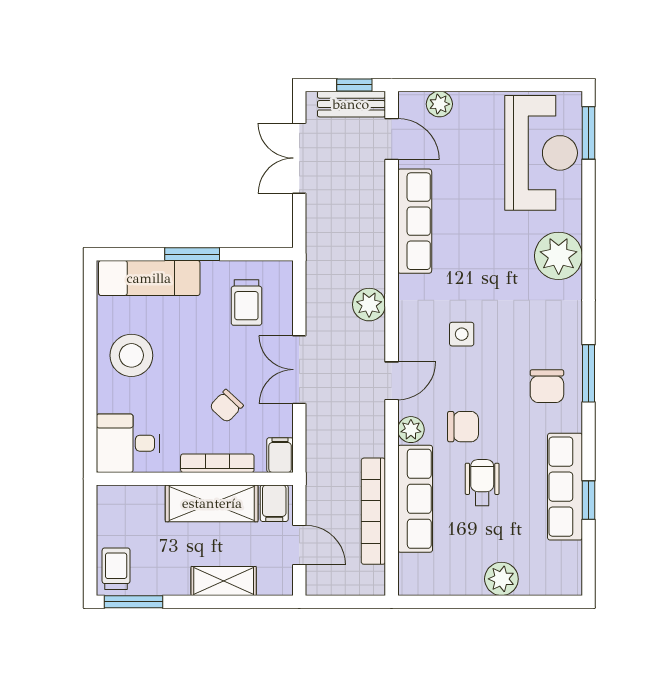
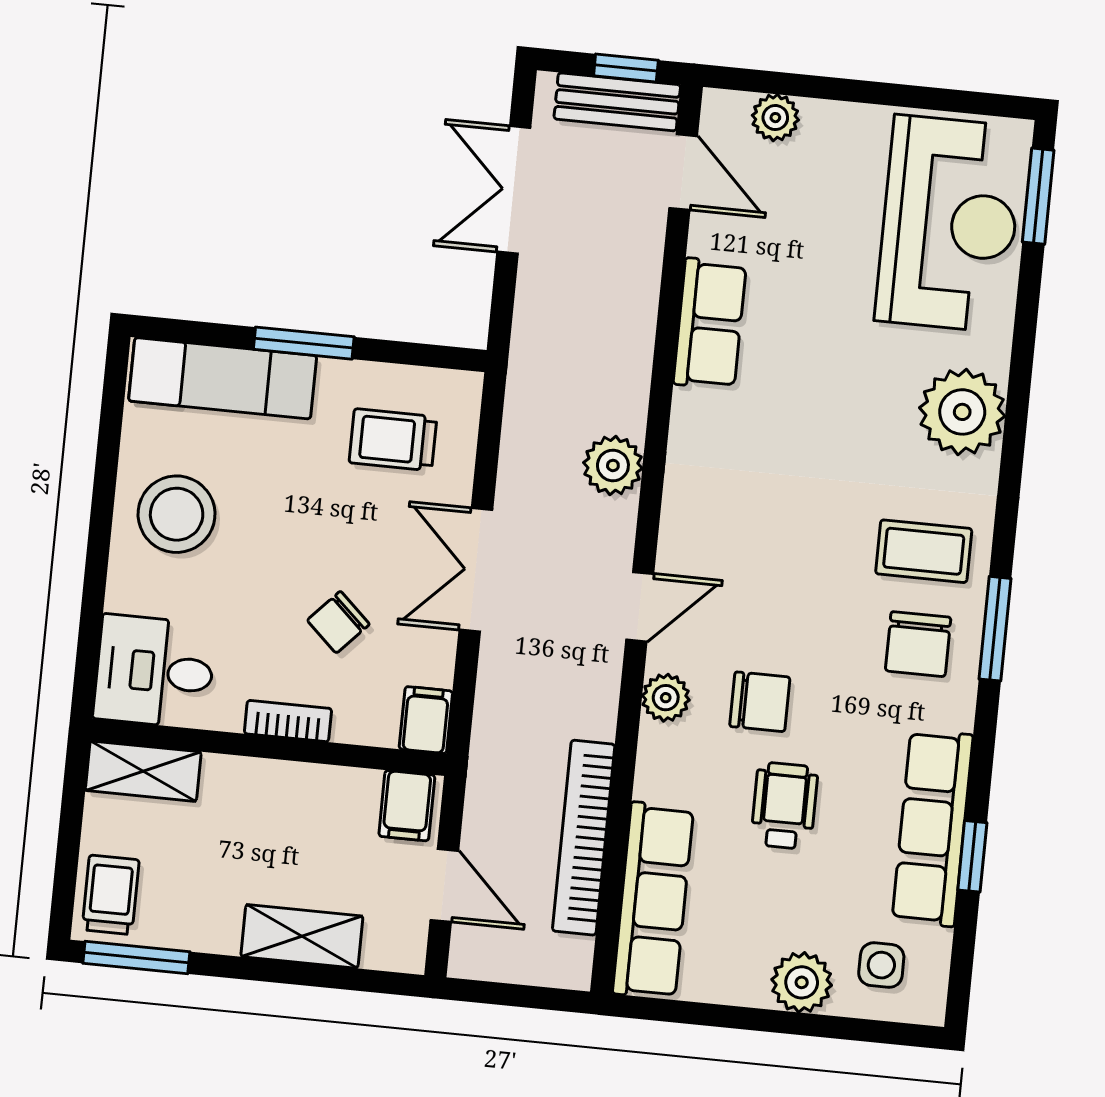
row of seats: (415, 221) -> (710, 324), width x0.68
trolley: (246, 302) -> (393, 440), turned 90
side table: (462, 334) -> (881, 965), moved
coffee table: (545, 335) -> (924, 551), added
bookcase: (217, 463) -> (288, 721), width x0.64
row of seats: (415, 499) -> (653, 901), moved
shelving: (212, 503) -> (143, 771), moved, width x0.67, depth x0.75

